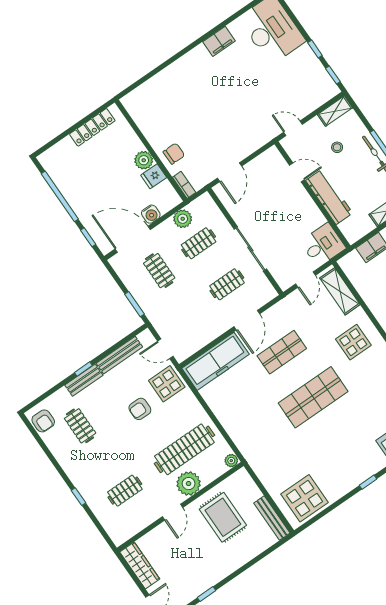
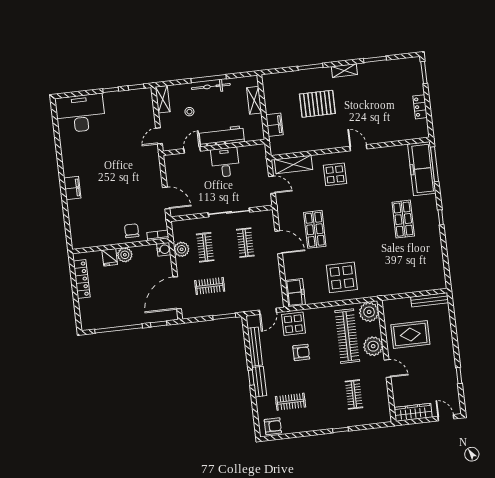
filing cabinet: (219, 41) -> (72, 188), moved
fridge: (154, 176) -> (110, 257), moved
water cooler: (151, 214) -> (164, 249), moved
desk: (323, 245) -> (225, 162), moved
freezer: (216, 361) -> (295, 293), width x0.52, depth x0.79
shop shelf: (313, 397) -> (403, 219), moved, width x0.70, depth x0.74
armchair: (140, 409) -> (301, 352), turned -90
plant: (231, 461) -> (369, 312), width x1.87, depth x1.87
display table: (305, 498) -> (342, 277), moved

